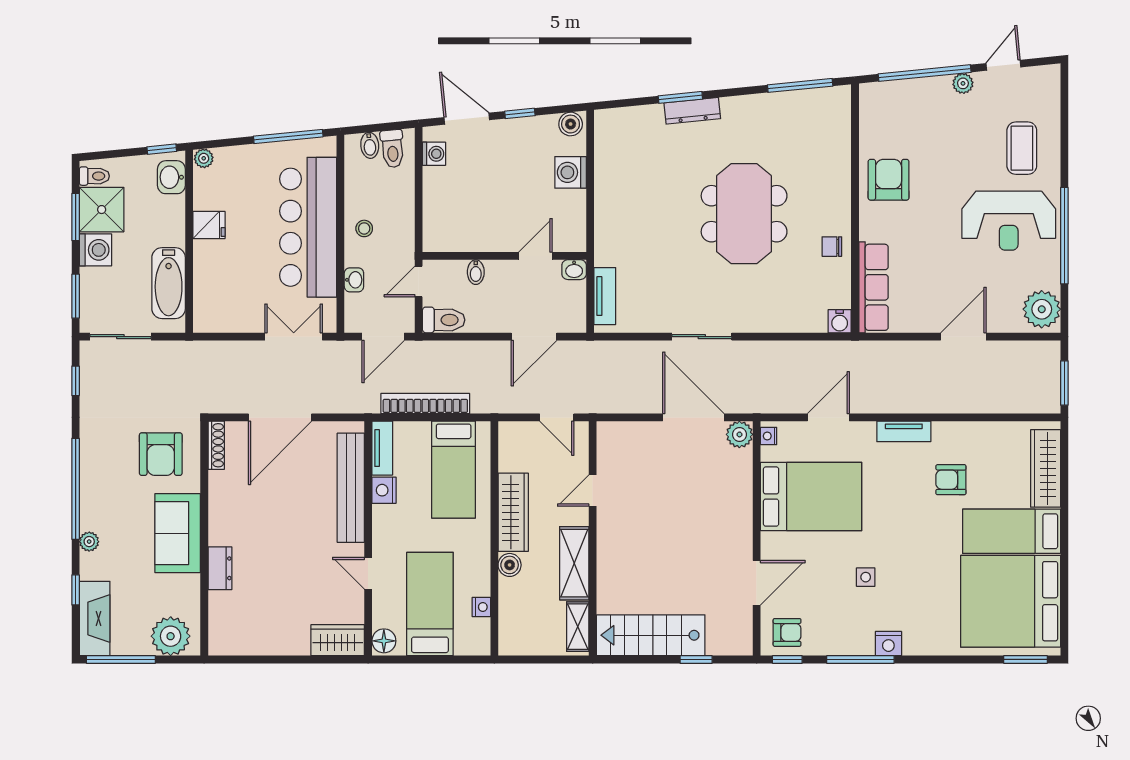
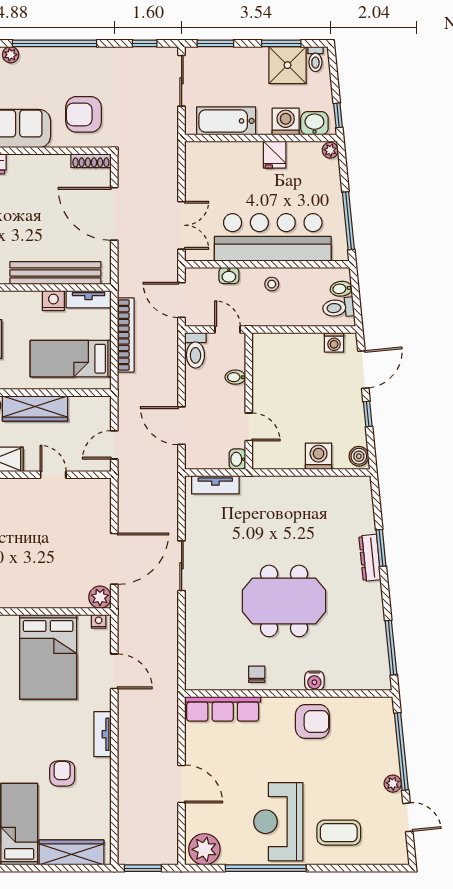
washing machine: (95, 250) -> (286, 121), moved, turned 180
water cooler: (840, 321) -> (314, 681), moved, turned -90

